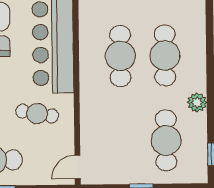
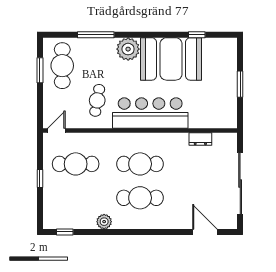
cafe table: (166, 140) -> (76, 164), moved
door: (78, 167) -> (56, 130), hinge flipped

